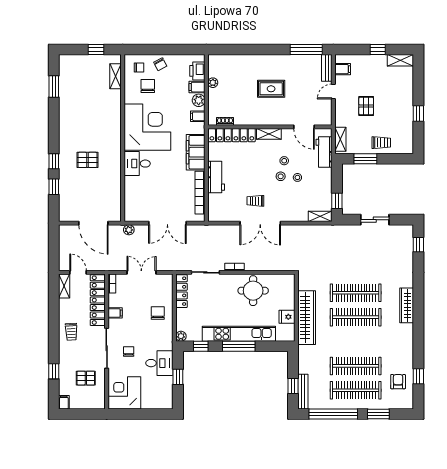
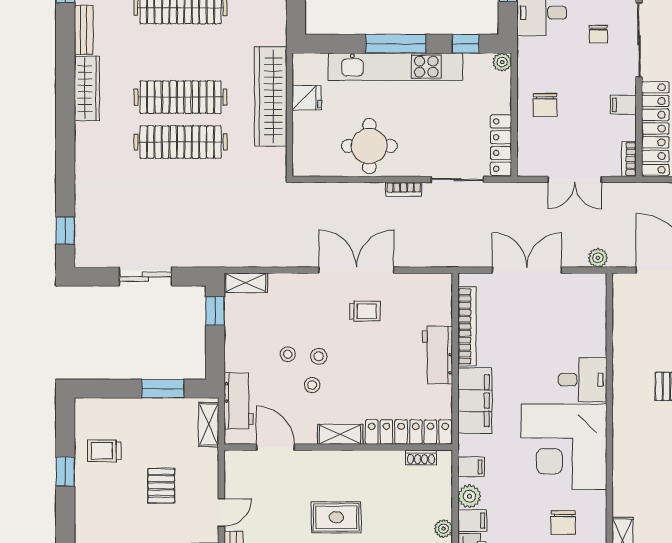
trolley: (381, 143) -> (104, 451), moved
wardrobe: (407, 305) -> (87, 88), moved
bench: (408, 354) -> (84, 30), added

